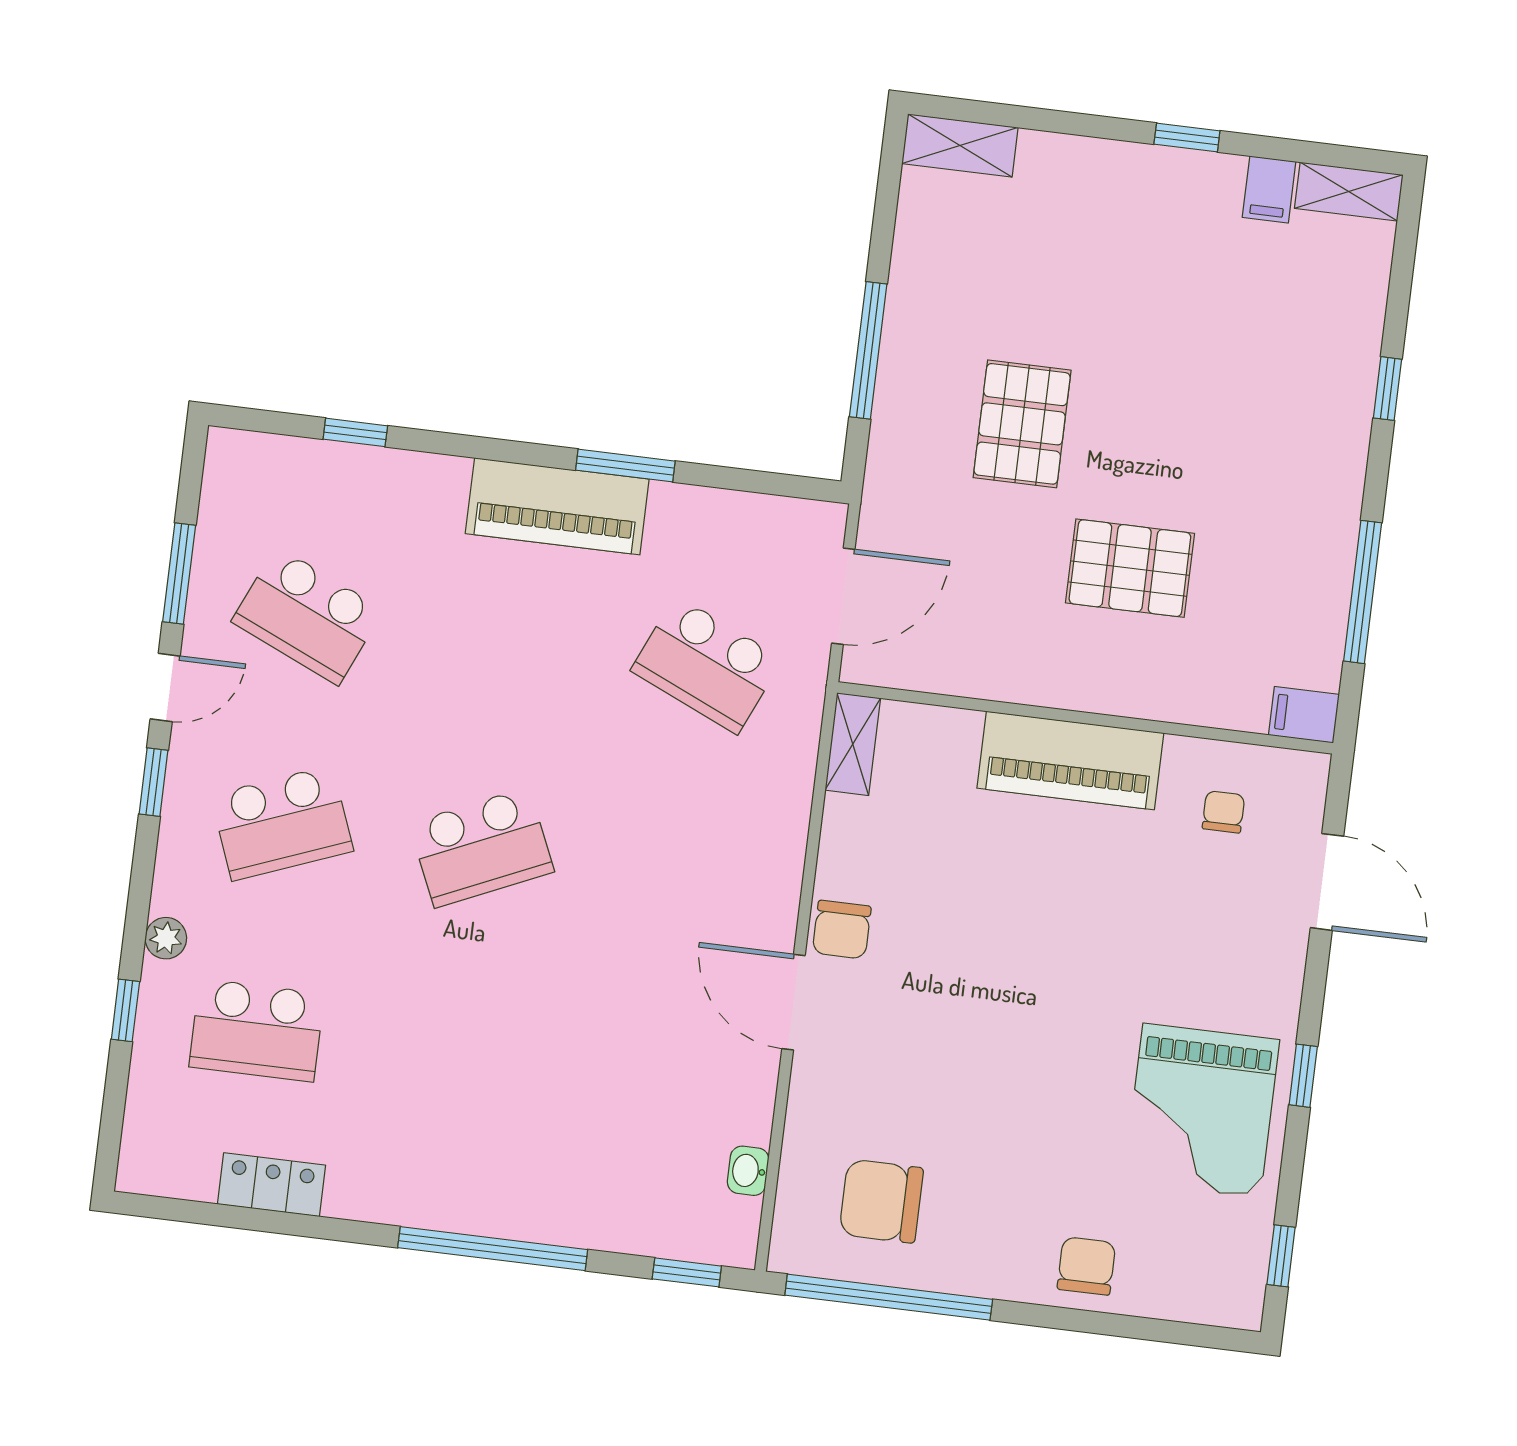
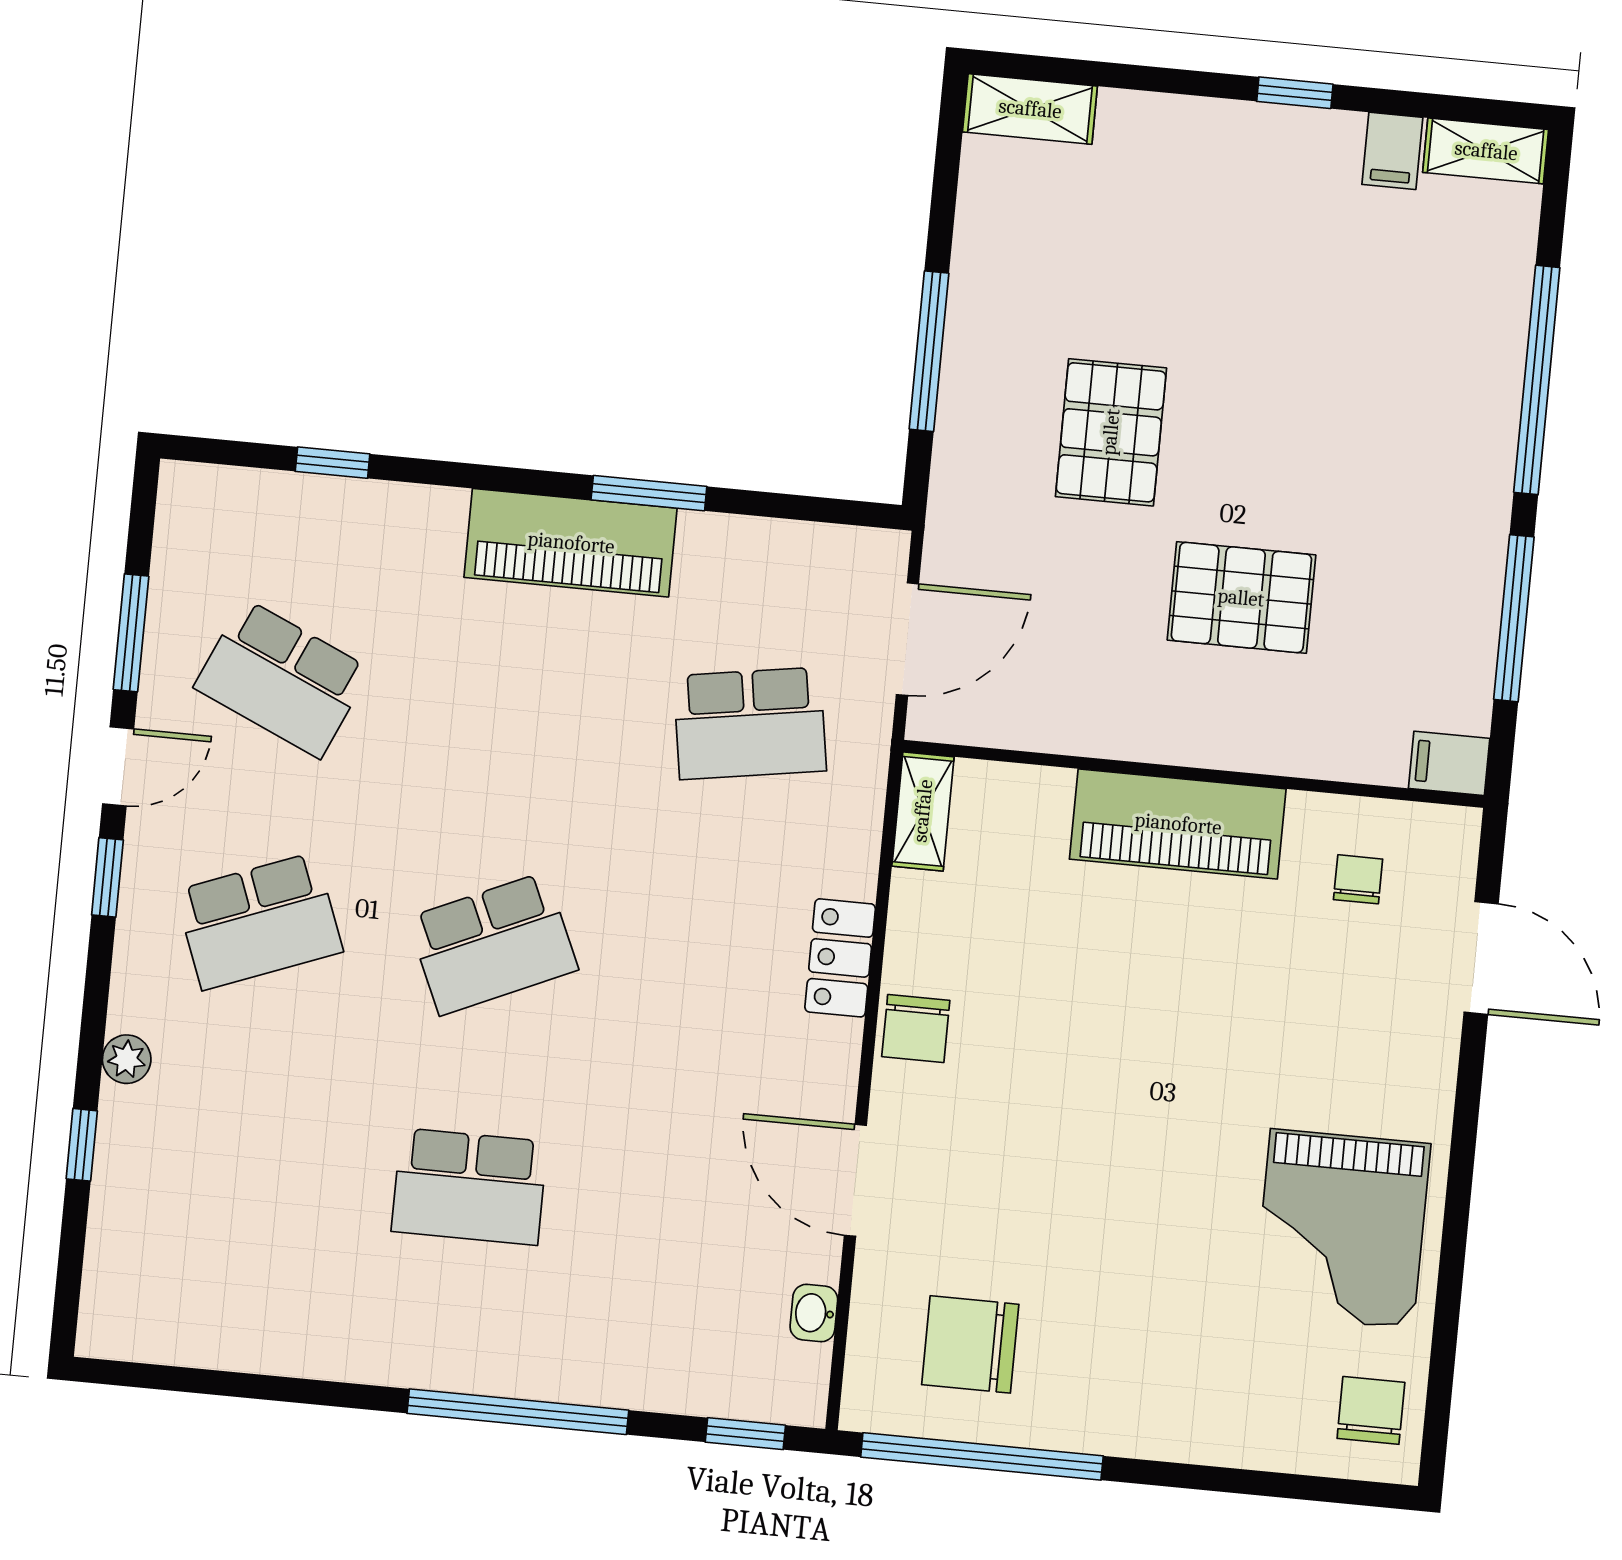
window: (1388, 389) -> (1537, 380), width x3.17
school desk: (707, 665) -> (750, 723), turned -33
door: (793, 1002) -> (855, 1180), moved
school desk: (257, 1030) -> (469, 1187), moved
window: (1303, 1076) -> (1459, 1185), removed
locker: (272, 1185) -> (840, 958), moved, turned -90
window: (1281, 1256) -> (1439, 1396), removed
chair: (1086, 1266) -> (1371, 1410), moved

